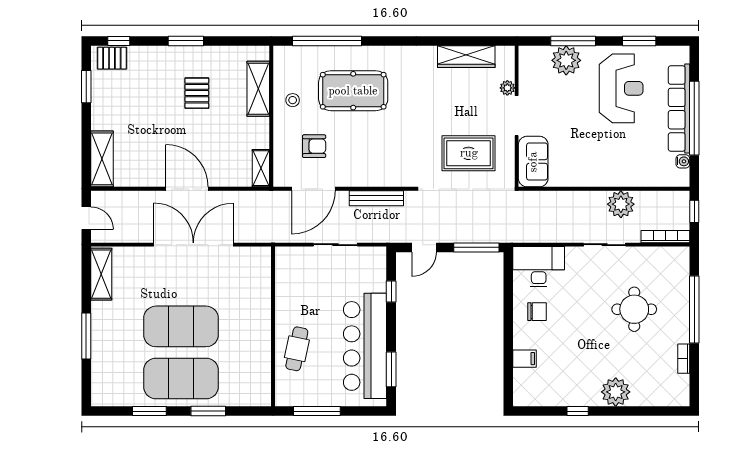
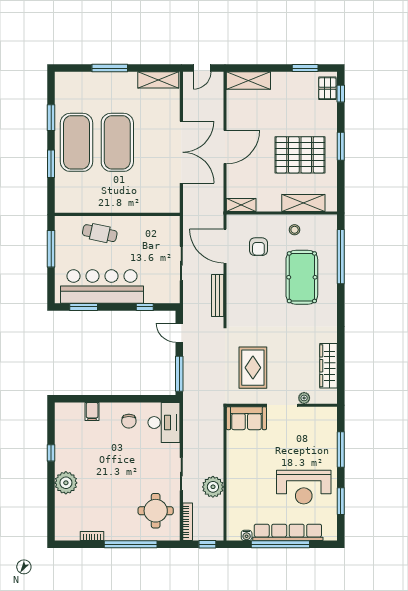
plant: (566, 60) -> (326, 444), removed
pallet: (197, 93) -> (300, 155), width x2.05, depth x2.00
round table: (634, 309) -> (156, 511), moved

